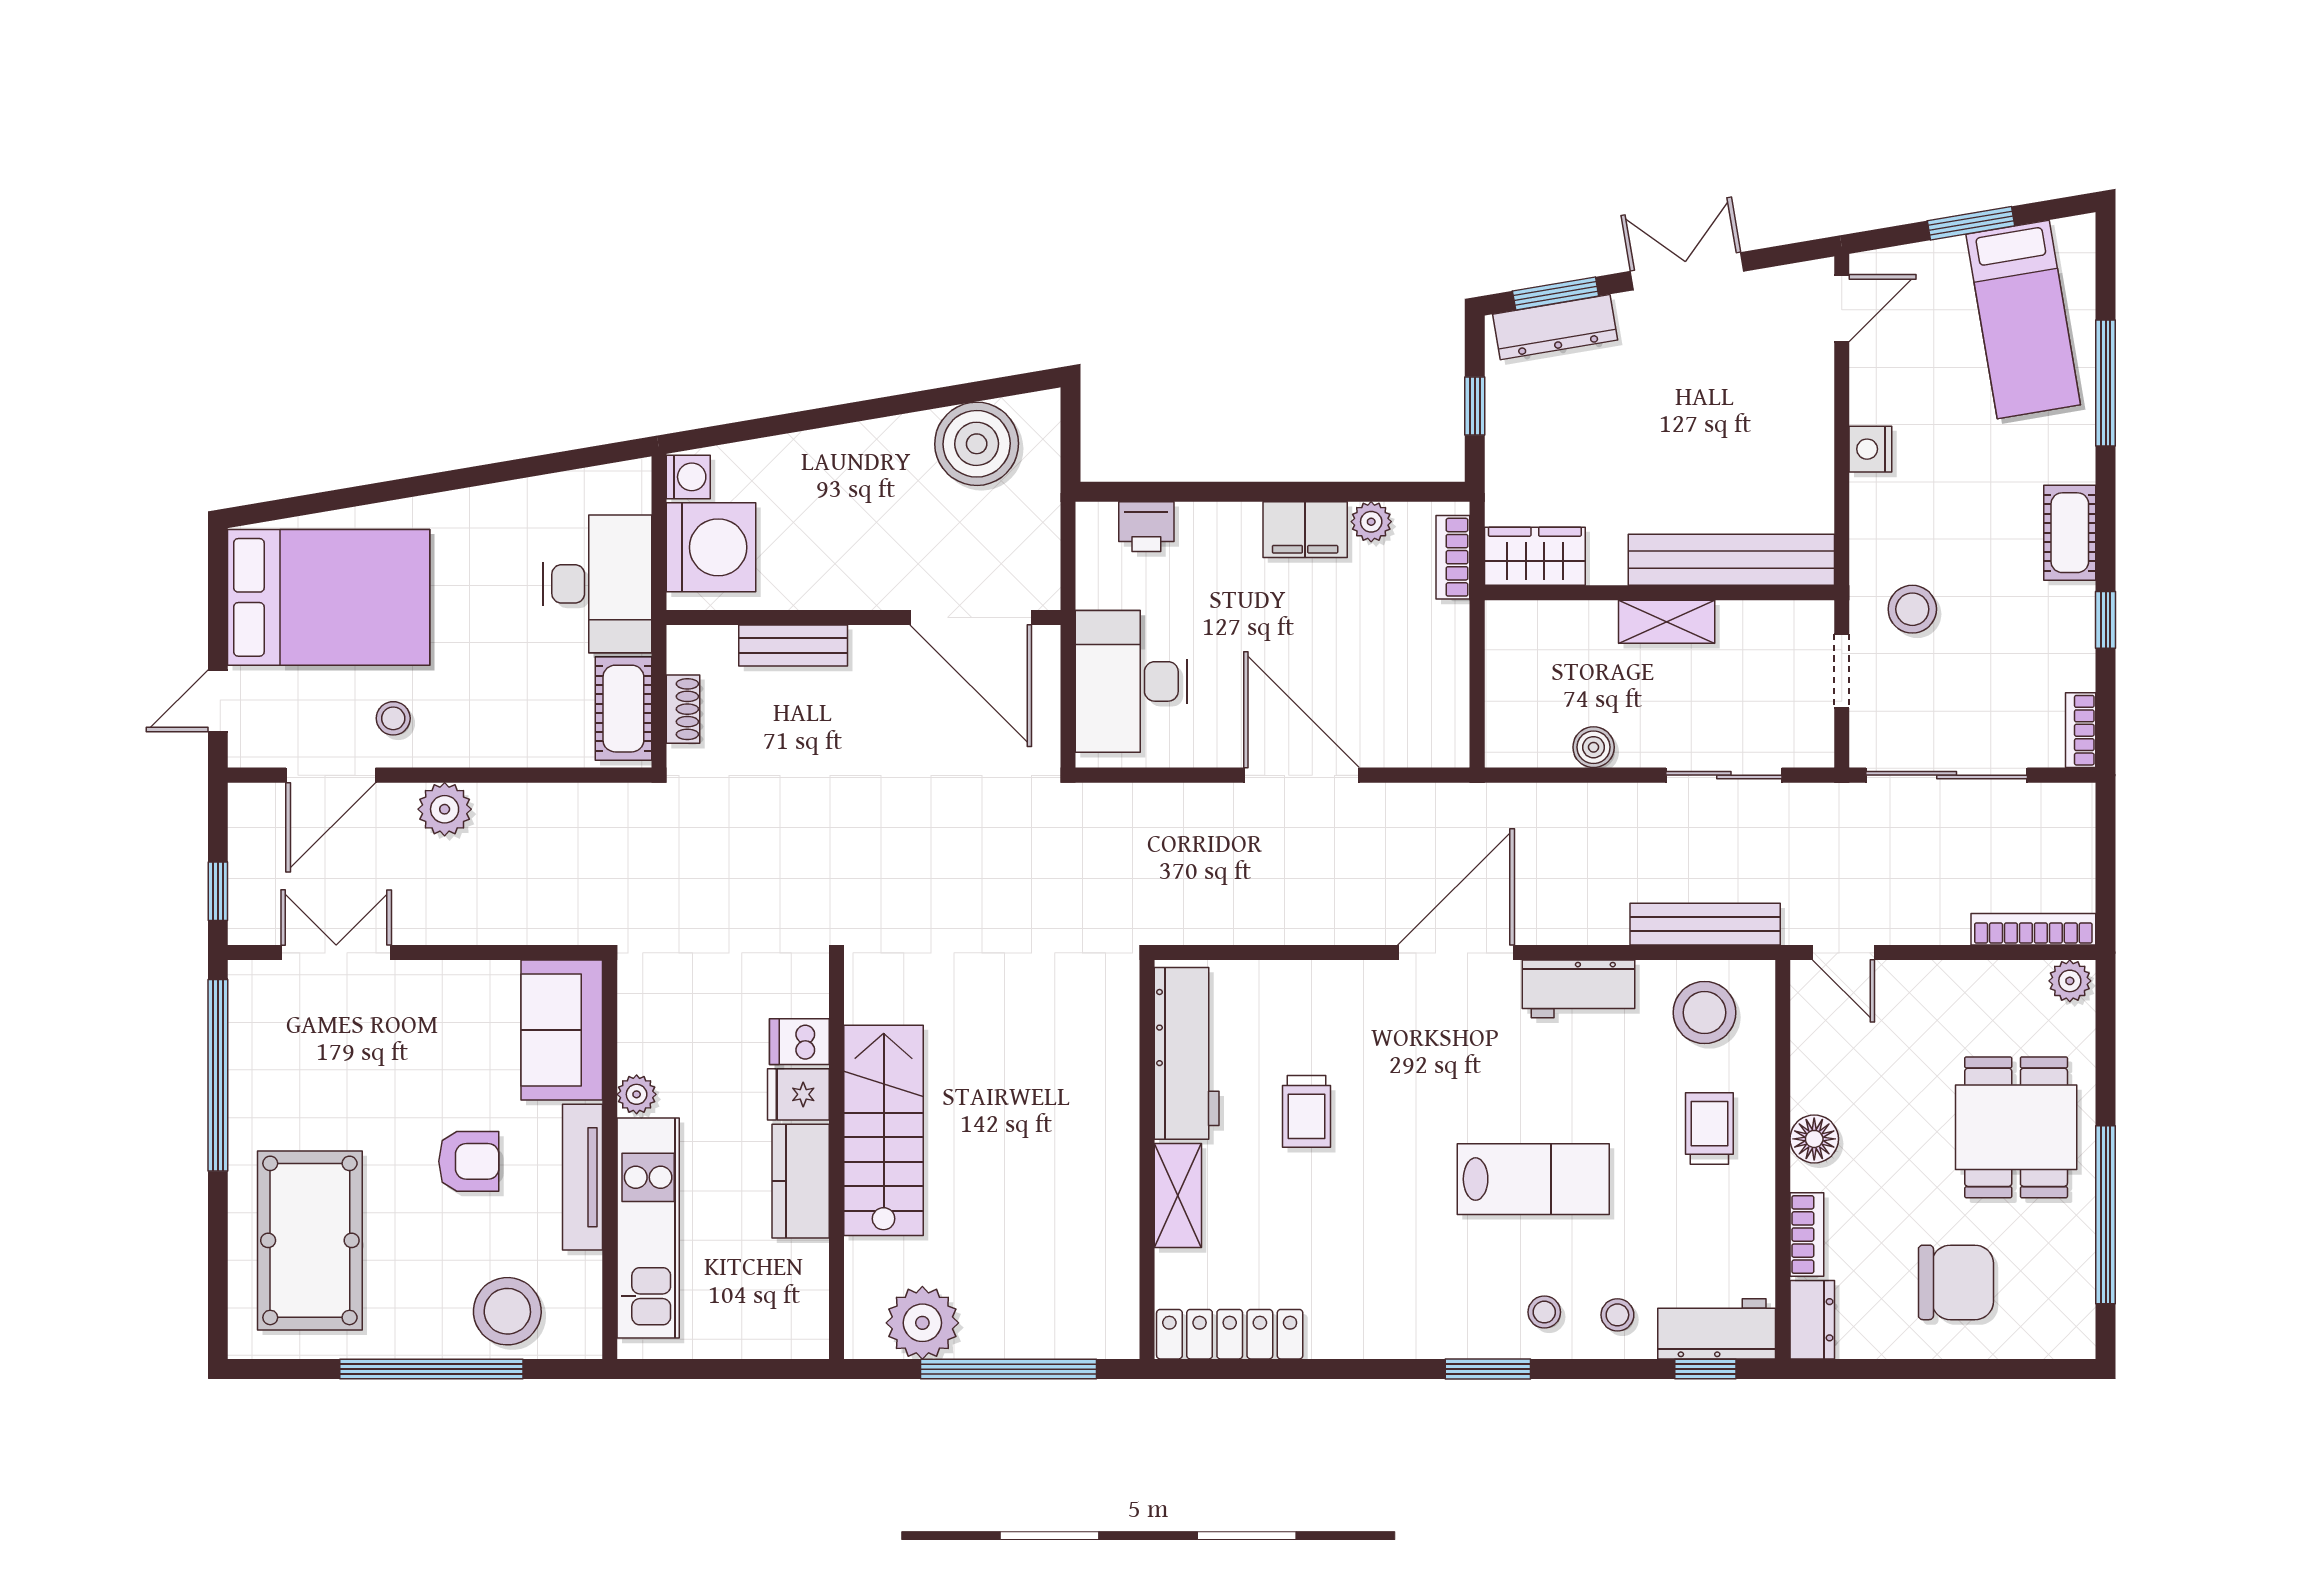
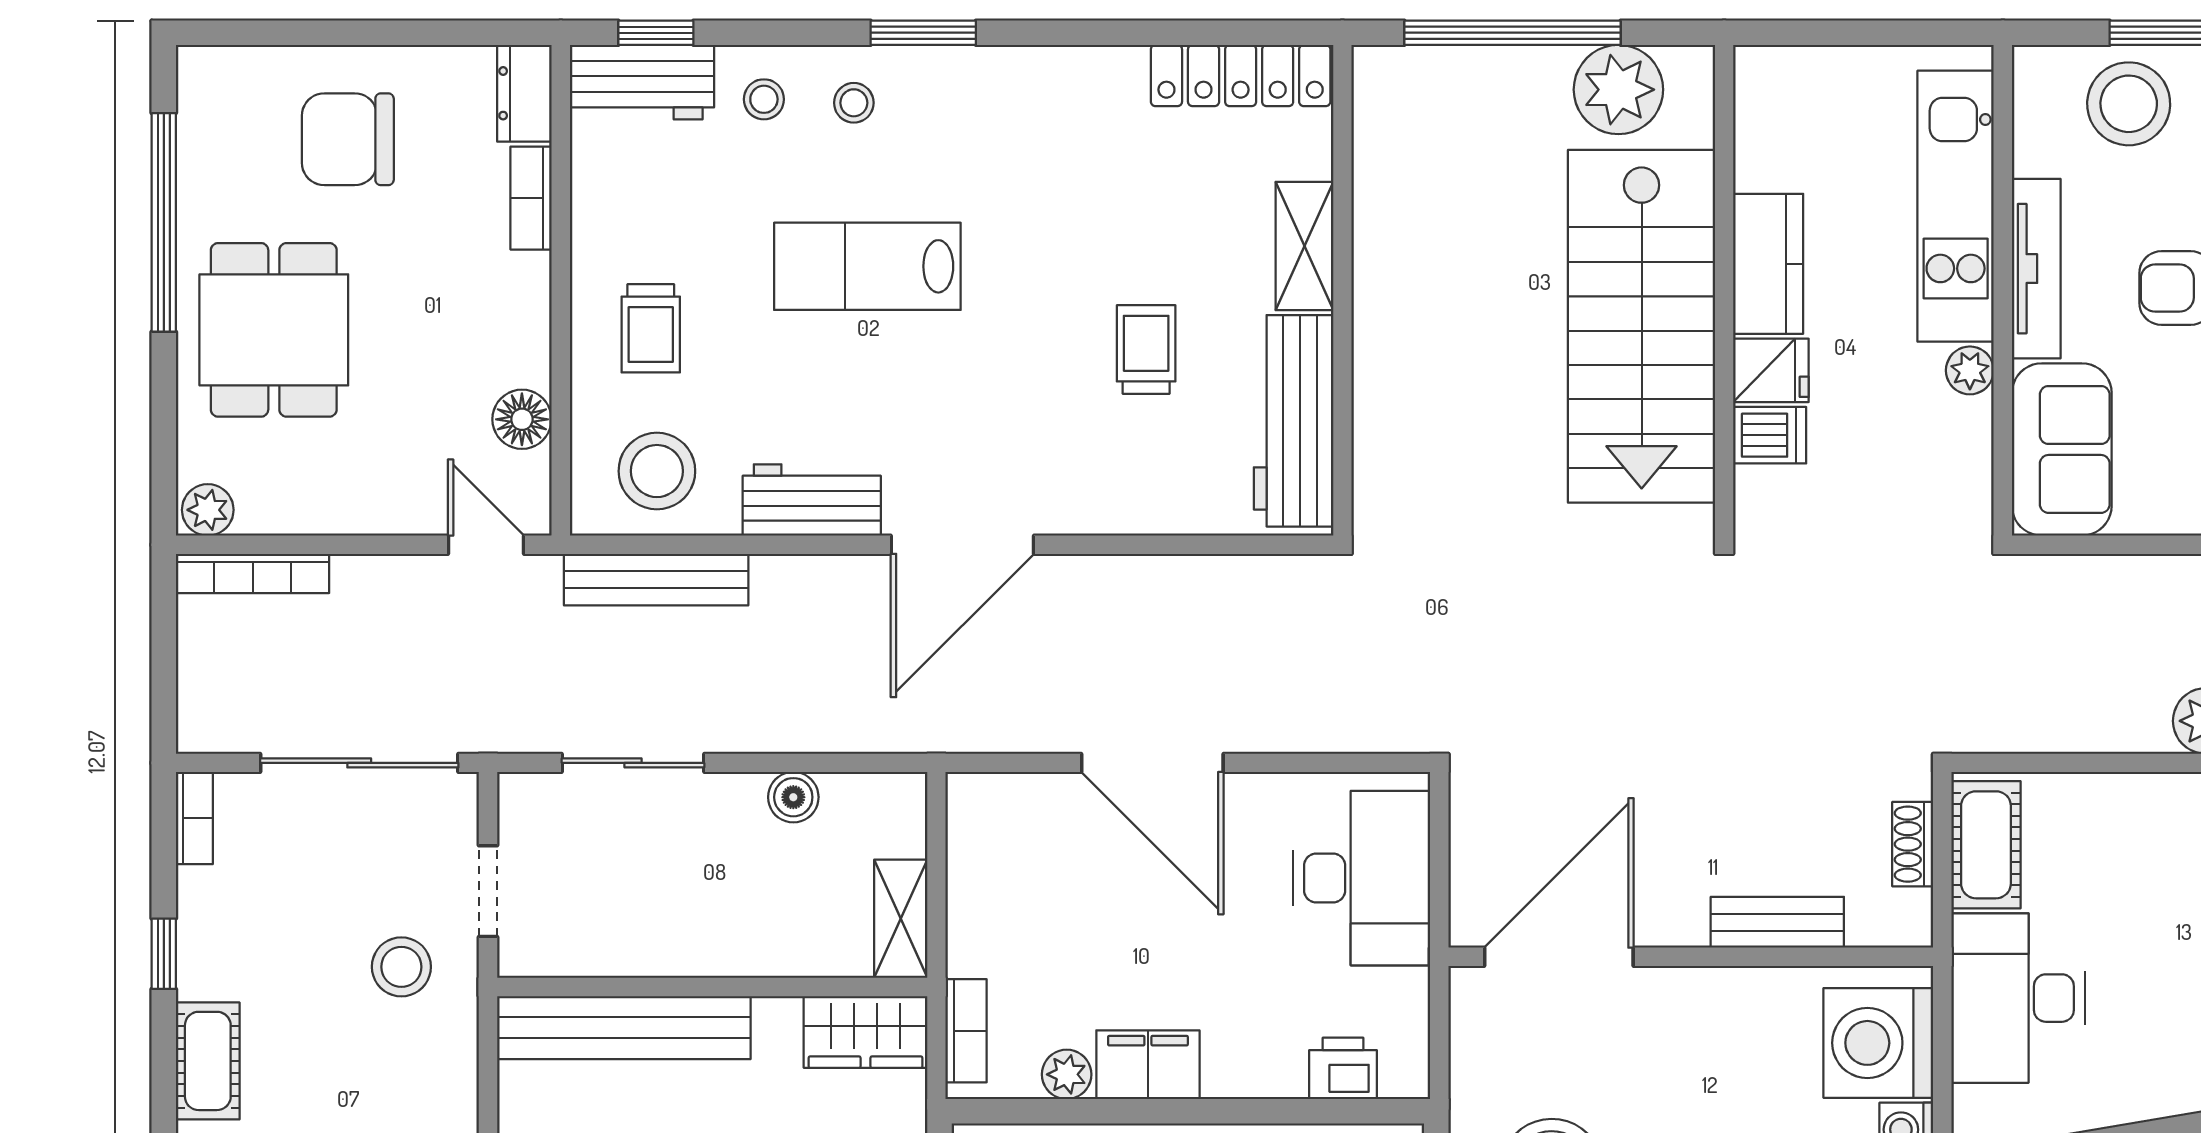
door: (971, 617) -> (1559, 957), hinge flipped
shelving: (1667, 622) -> (901, 919), moved, turned 90
stairs: (884, 1130) -> (1642, 326), width x1.36, depth x1.51
floor lamp: (1814, 1139) -> (522, 419), moved

